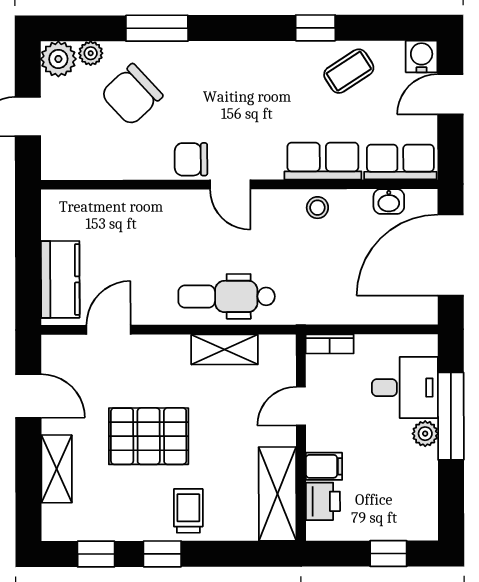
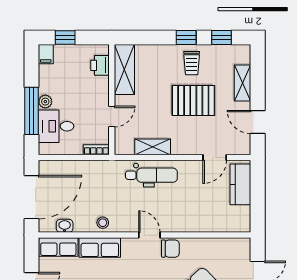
filing cabinet: (324, 466) -> (46, 54), moved, turned -90
trolley: (188, 511) -> (192, 63), moved

